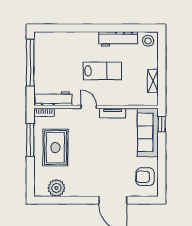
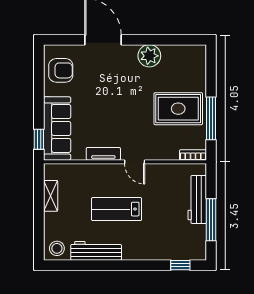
window: (54, 28) -> (180, 265), added
window: (30, 63) -> (211, 220), width x0.68
workbench: (53, 99) -> (197, 199), moved, turned 90
rug: (55, 148) -> (178, 109), turned 90
plant: (56, 188) -> (149, 56), moved

